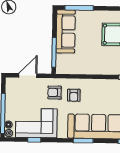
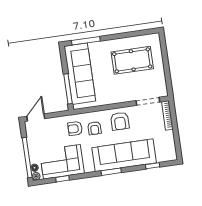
sofa: (66, 31) -> (80, 74), width x1.36, depth x1.27
door: (28, 76) -> (36, 117), moved
armchair: (100, 92) -> (120, 121), added

